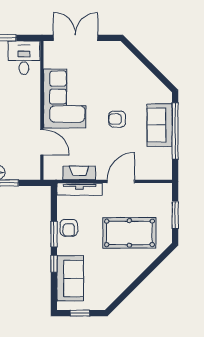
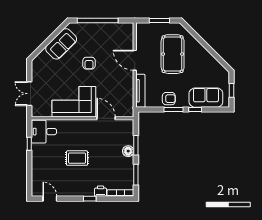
double door: (76, 38) -> (29, 94), width x0.73
sofa: (160, 125) -> (61, 44), moved, turned -45
door: (42, 142) -> (106, 118), hinge flipped
fireplace: (79, 173) -> (129, 91), removed

